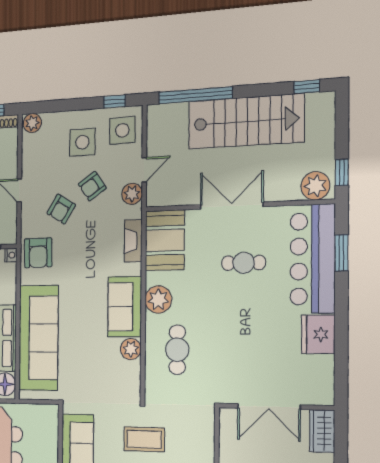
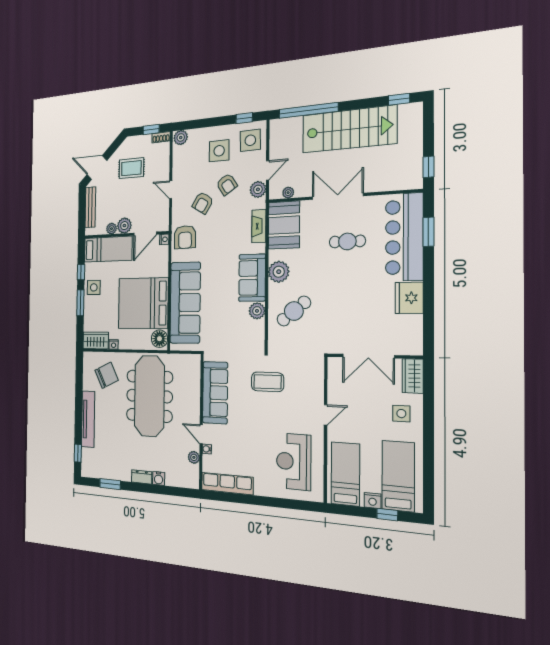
armchair: (92, 186) -> (227, 184), turned -89
plant: (315, 186) -> (288, 193), moved, width x0.53, depth x0.53
cafe table: (177, 350) -> (294, 311), turned 51

